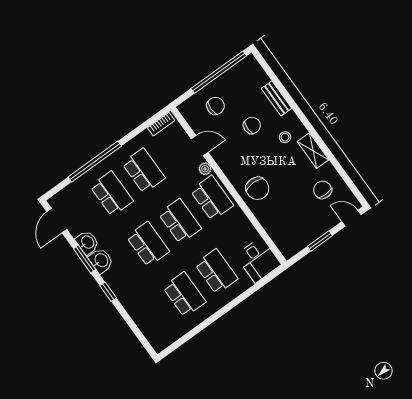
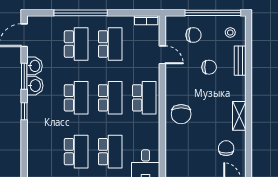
stool: (285, 137) -> (230, 32), moved
plant: (205, 169) -> (154, 74), removed

